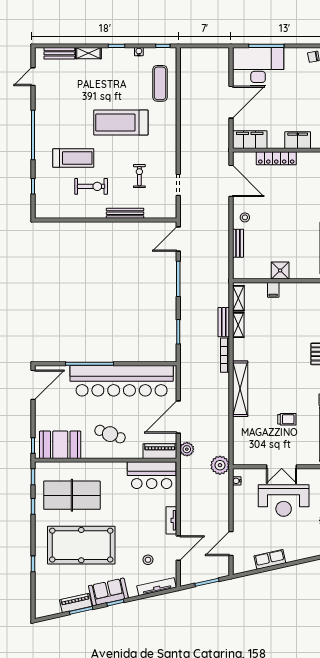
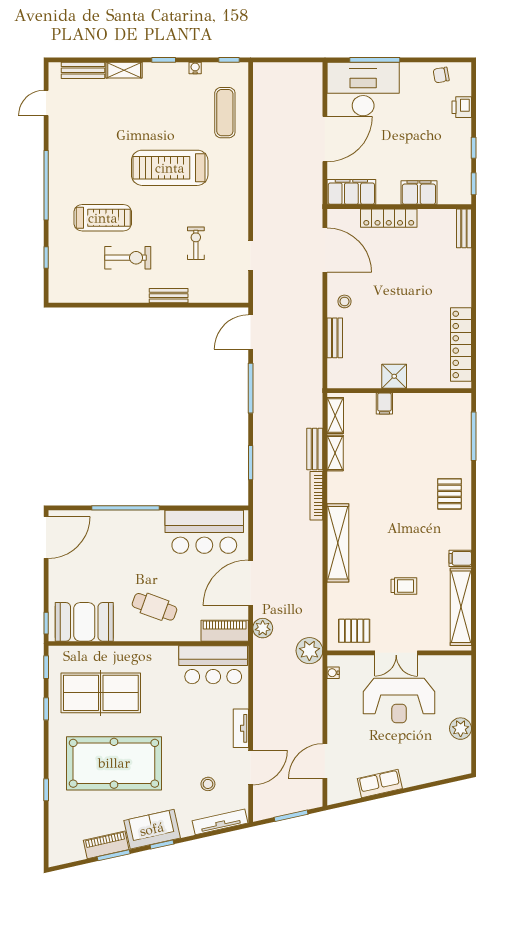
bench: (125, 213) -> (169, 296), width x0.73
bar counter: (122, 381) -> (204, 532), width x0.54
pallet: (252, 451) -> (354, 631), added

